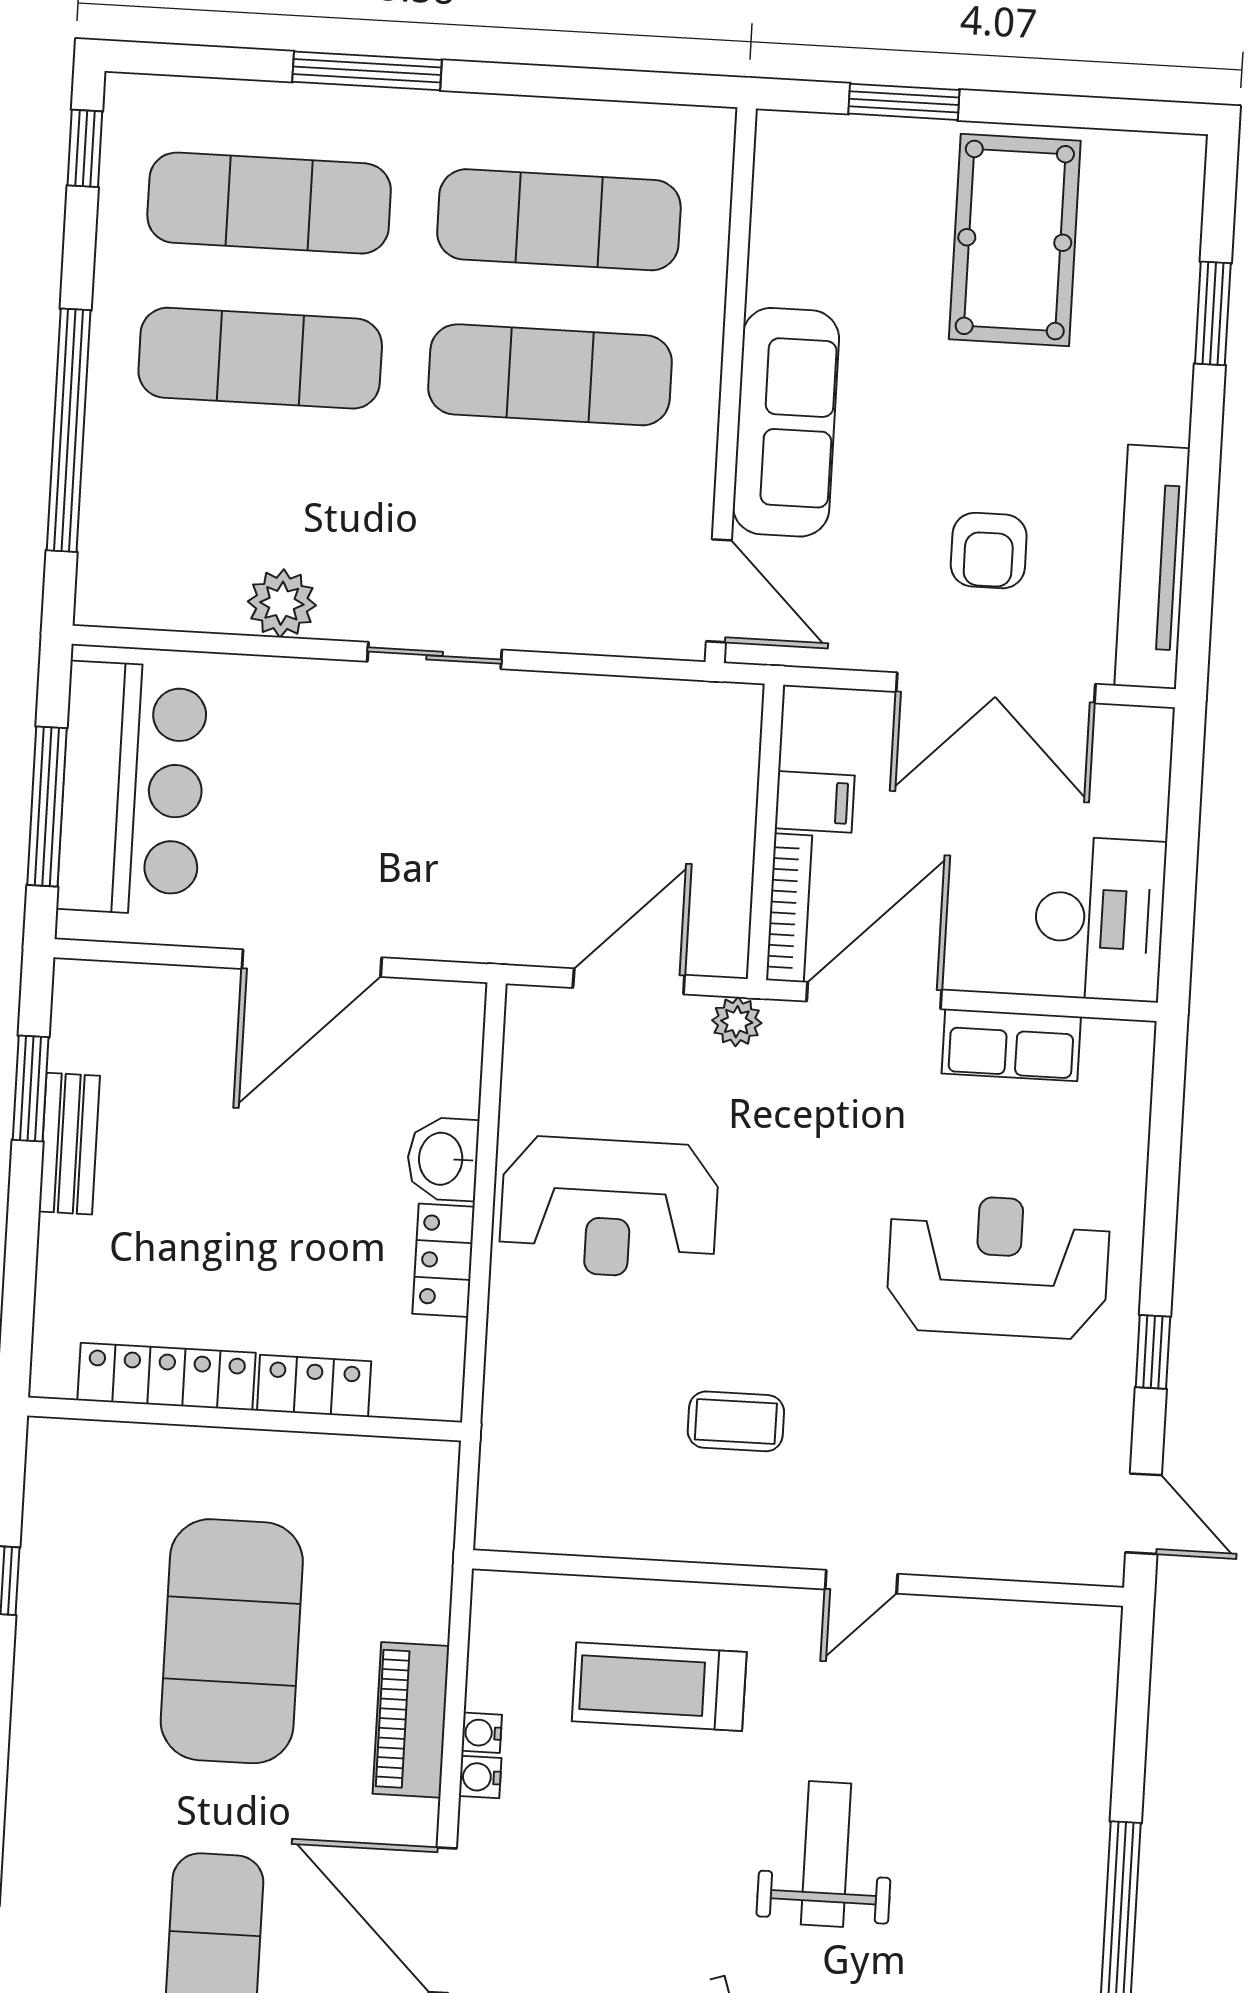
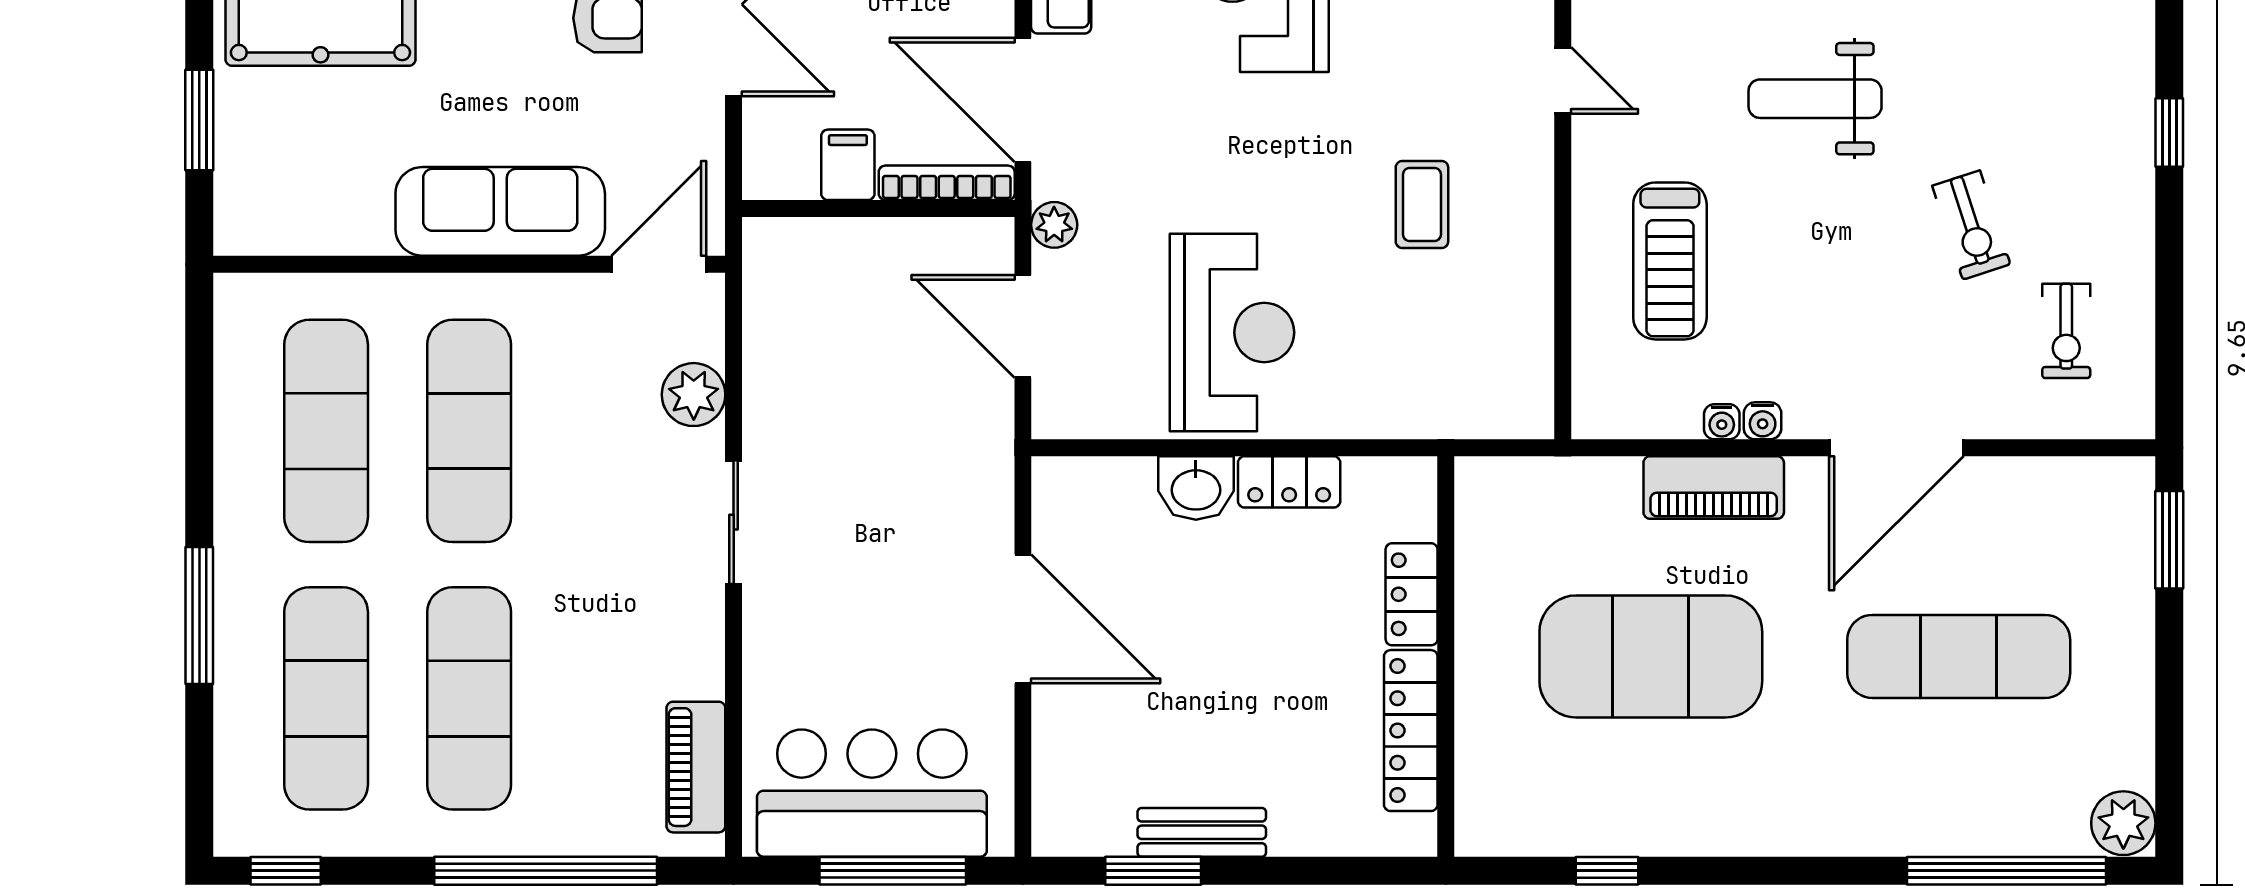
piano: (172, 599) -> (696, 767), added
plant: (282, 603) -> (694, 395), moved

